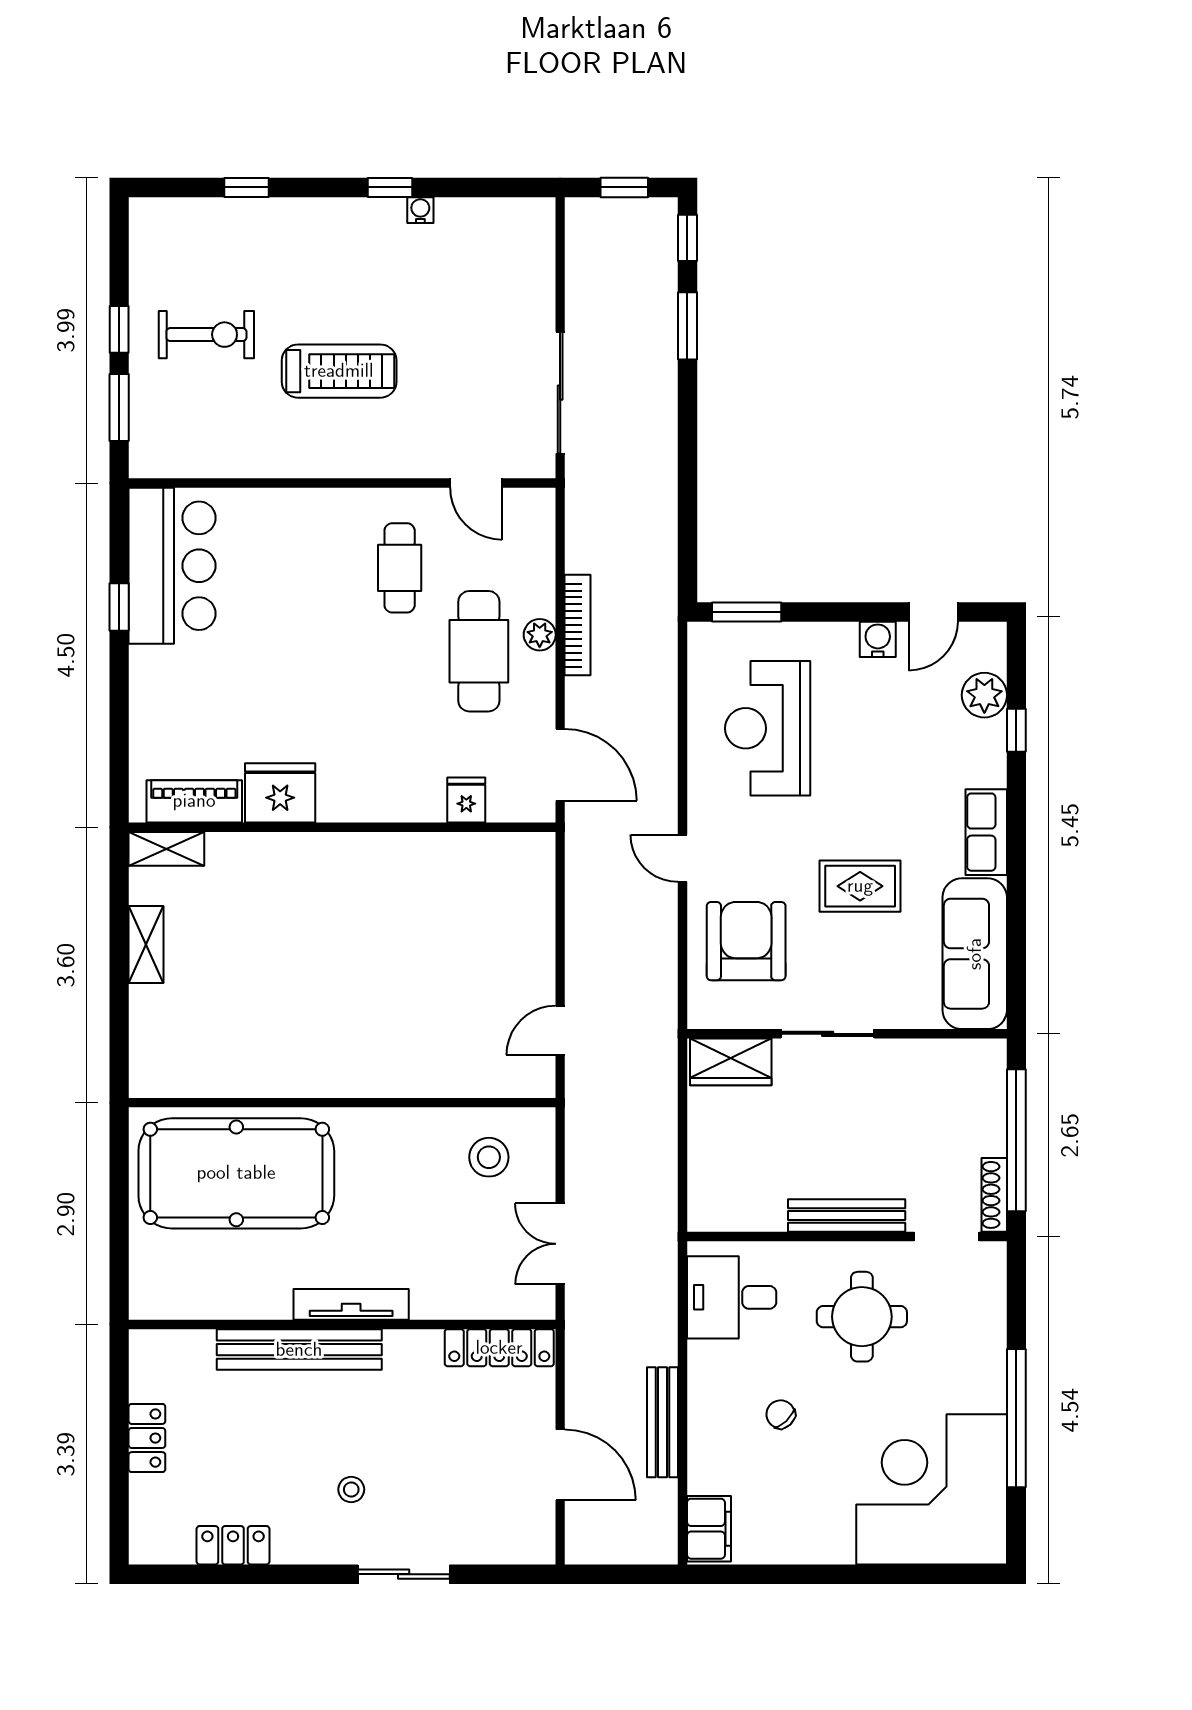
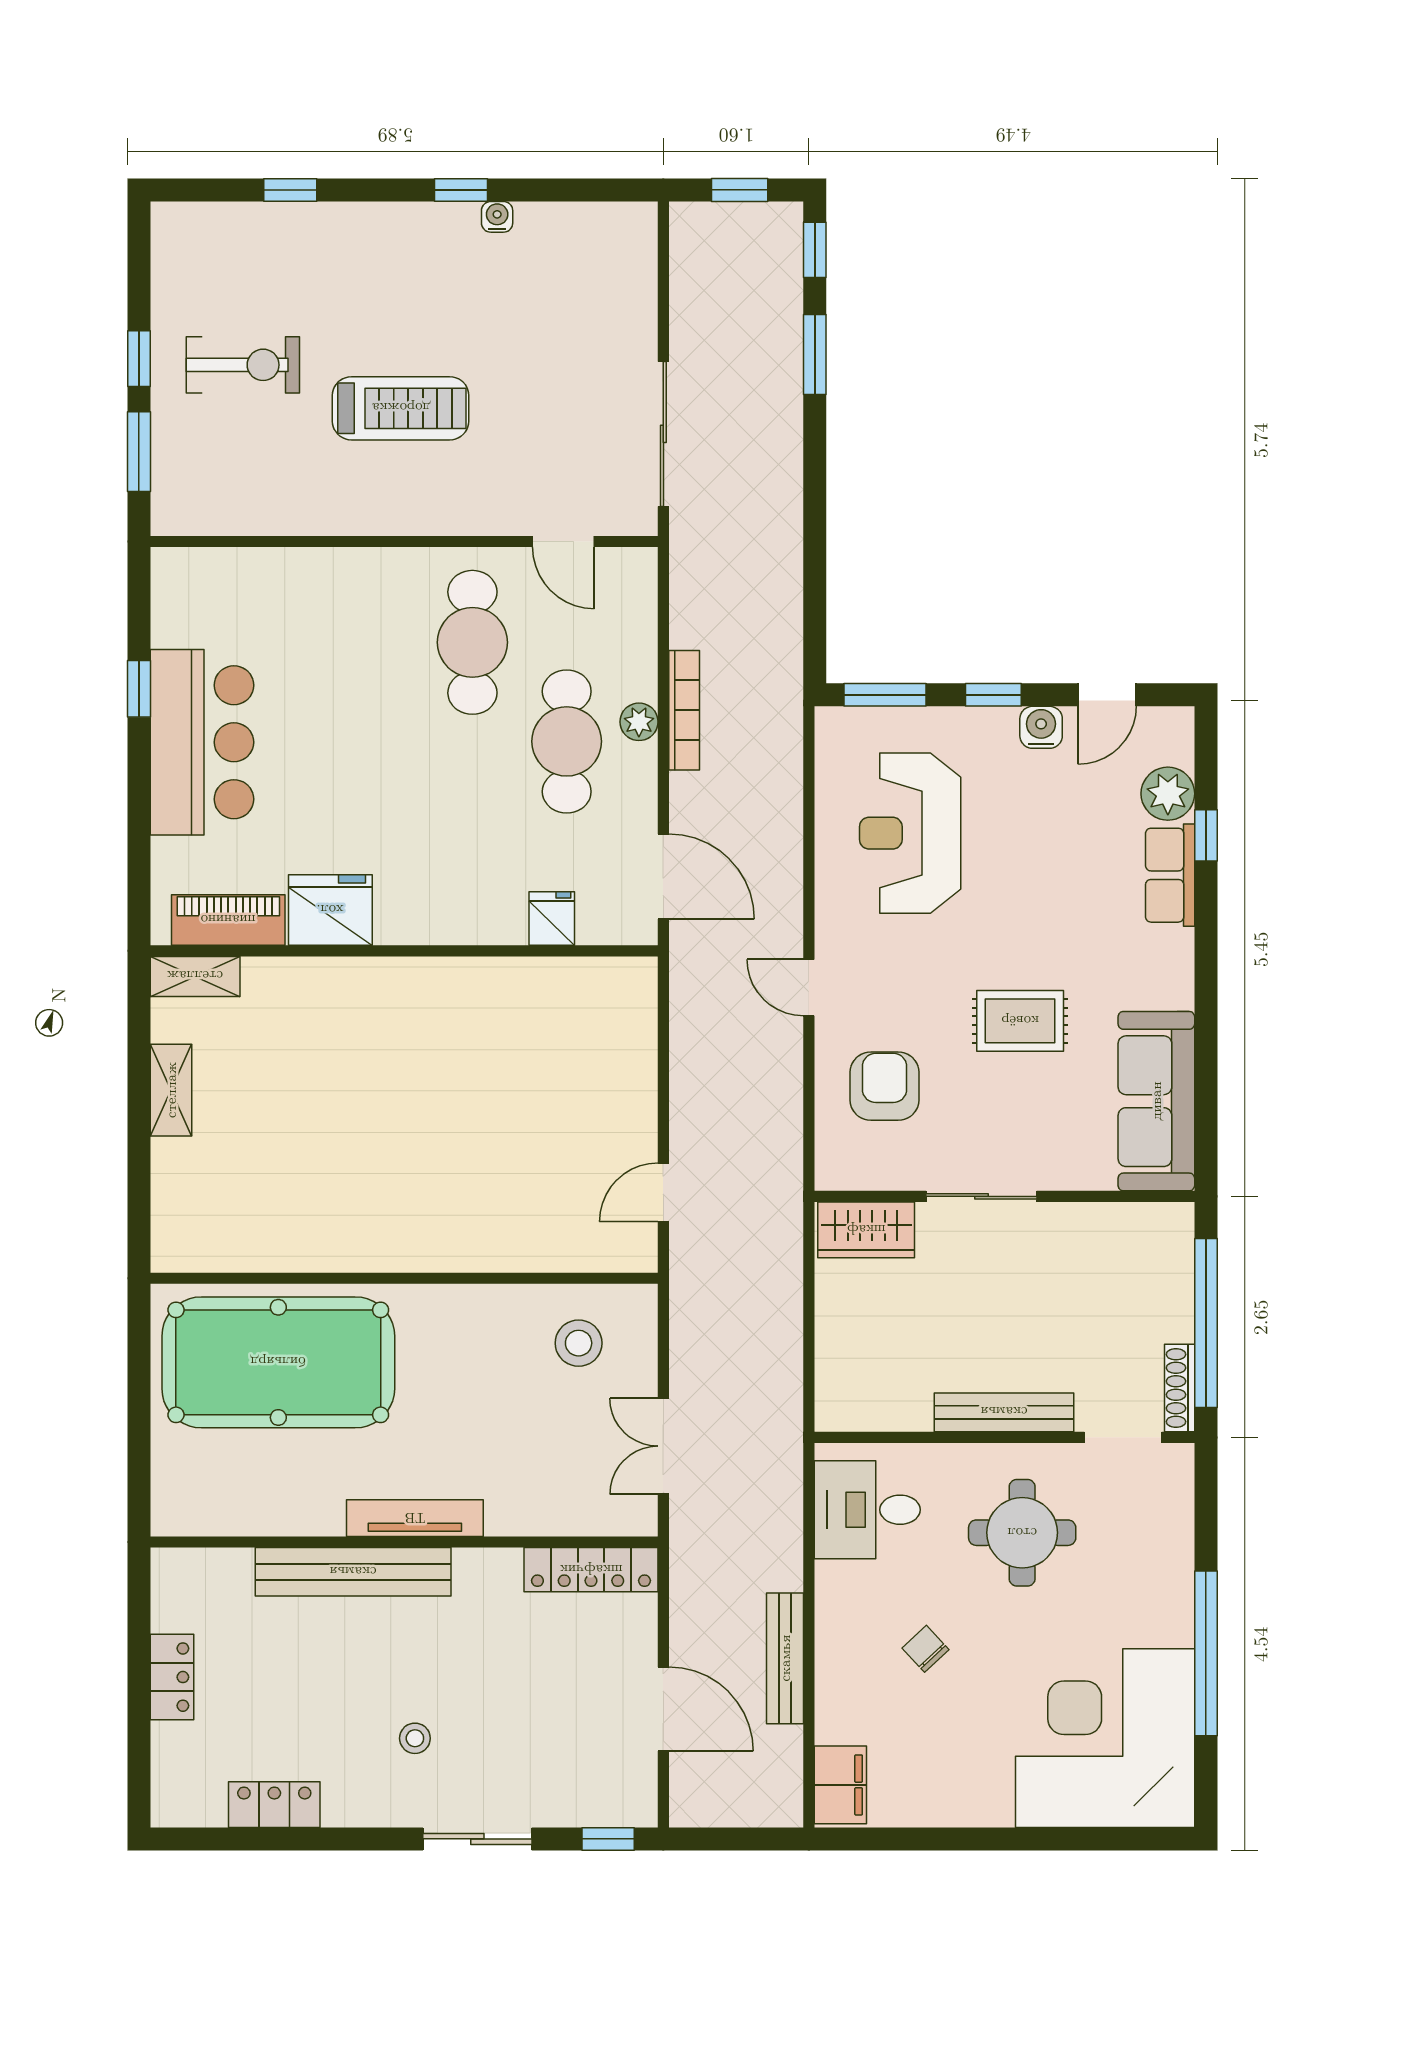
bar counter: (172, 566) -> (202, 742), moved
cafe table: (400, 568) -> (472, 642), width x1.37, depth x1.35
window: (838, 612) -> (993, 695), added
row of seats: (986, 832) -> (1170, 875), moved
armchair: (746, 941) -> (884, 1086), width x0.73, depth x0.73
window: (514, 1574) -> (608, 1839), added

